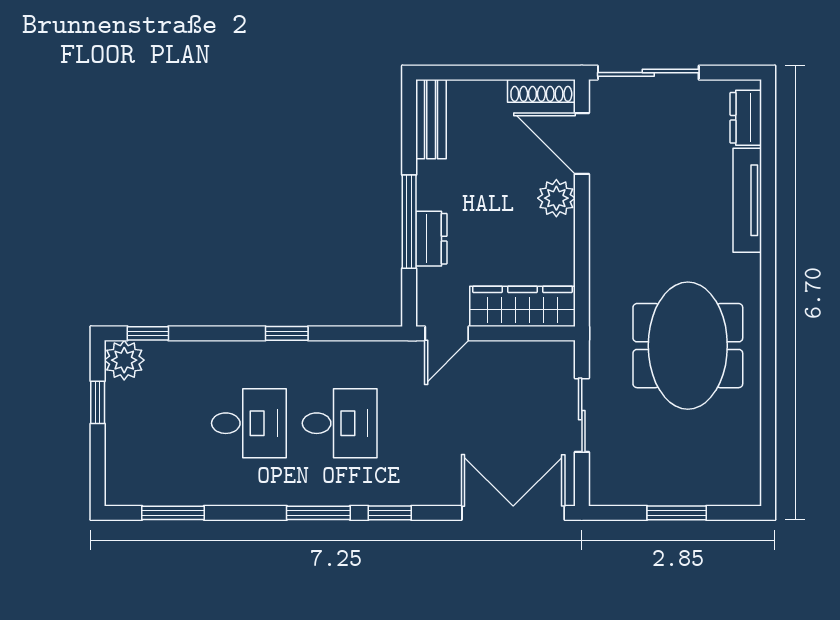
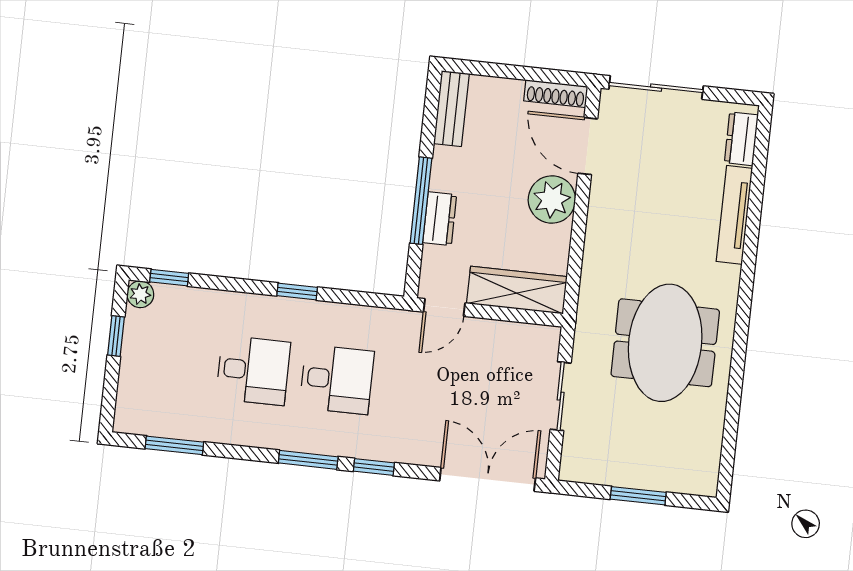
plant: (556, 198) -> (552, 199), width x1.36, depth x1.36
plant: (124, 360) -> (140, 294), width x0.73, depth x0.73

